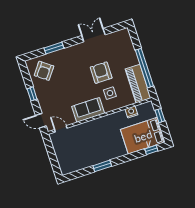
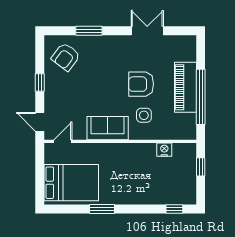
armchair: (101, 73) -> (141, 84), turned -90
piano: (138, 84) -> (185, 87), moved
door: (61, 129) -> (63, 141), hinge flipped
bed: (143, 136) -> (71, 183), moved, turned 180

